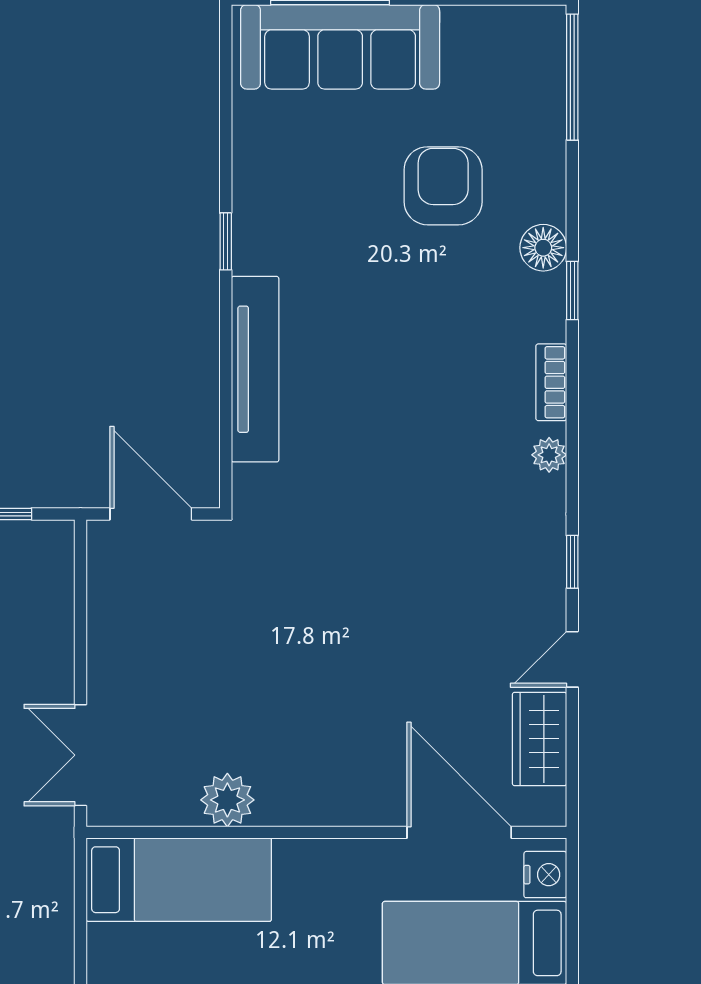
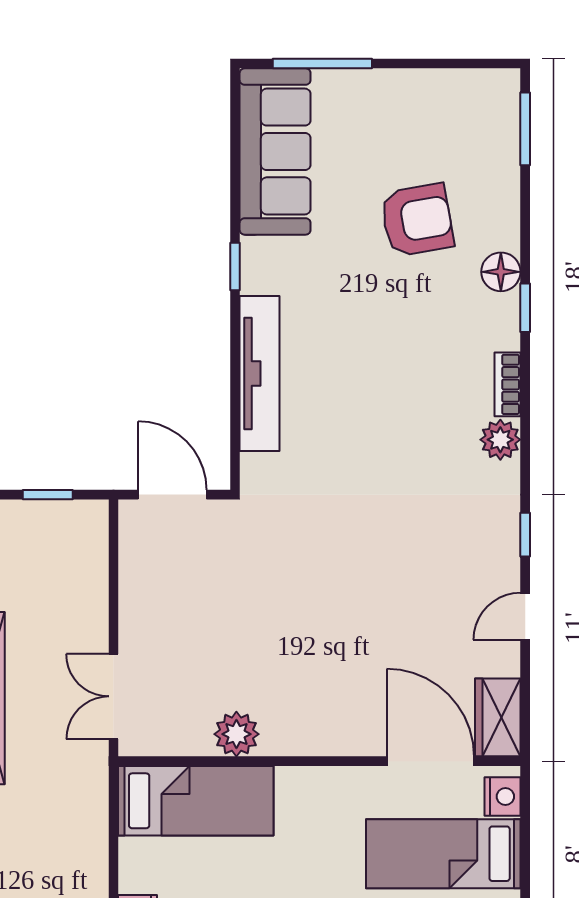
sofa: (340, 47) -> (275, 151), moved, turned -90
window: (572, 77) -> (525, 129), width x0.69
armchair: (443, 186) -> (417, 220), turned 80
plant: (549, 455) -> (500, 440), width x1.38, depth x1.38
wardrobe: (539, 739) -> (498, 717), moved

